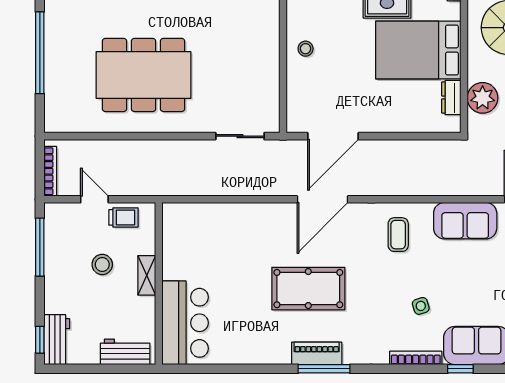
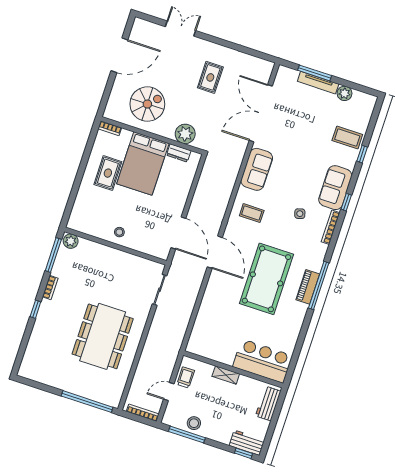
window: (40, 53) -> (87, 402), moved
stool: (102, 264) -> (194, 423), moved
pool table: (308, 289) -> (266, 279), width x1.36, depth x1.32
window: (324, 369) -> (319, 285), width x1.46

